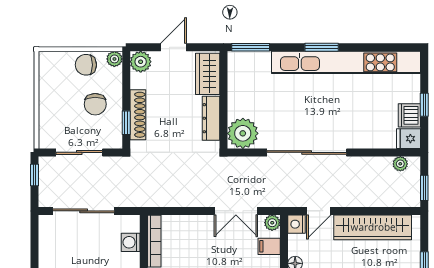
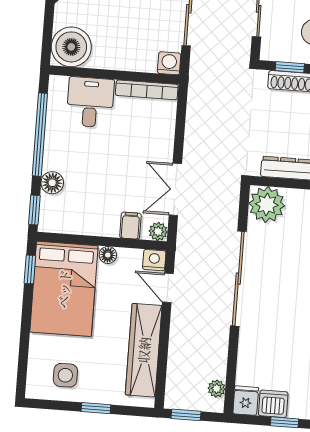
washing machine: (131, 242) -> (169, 63), moved

